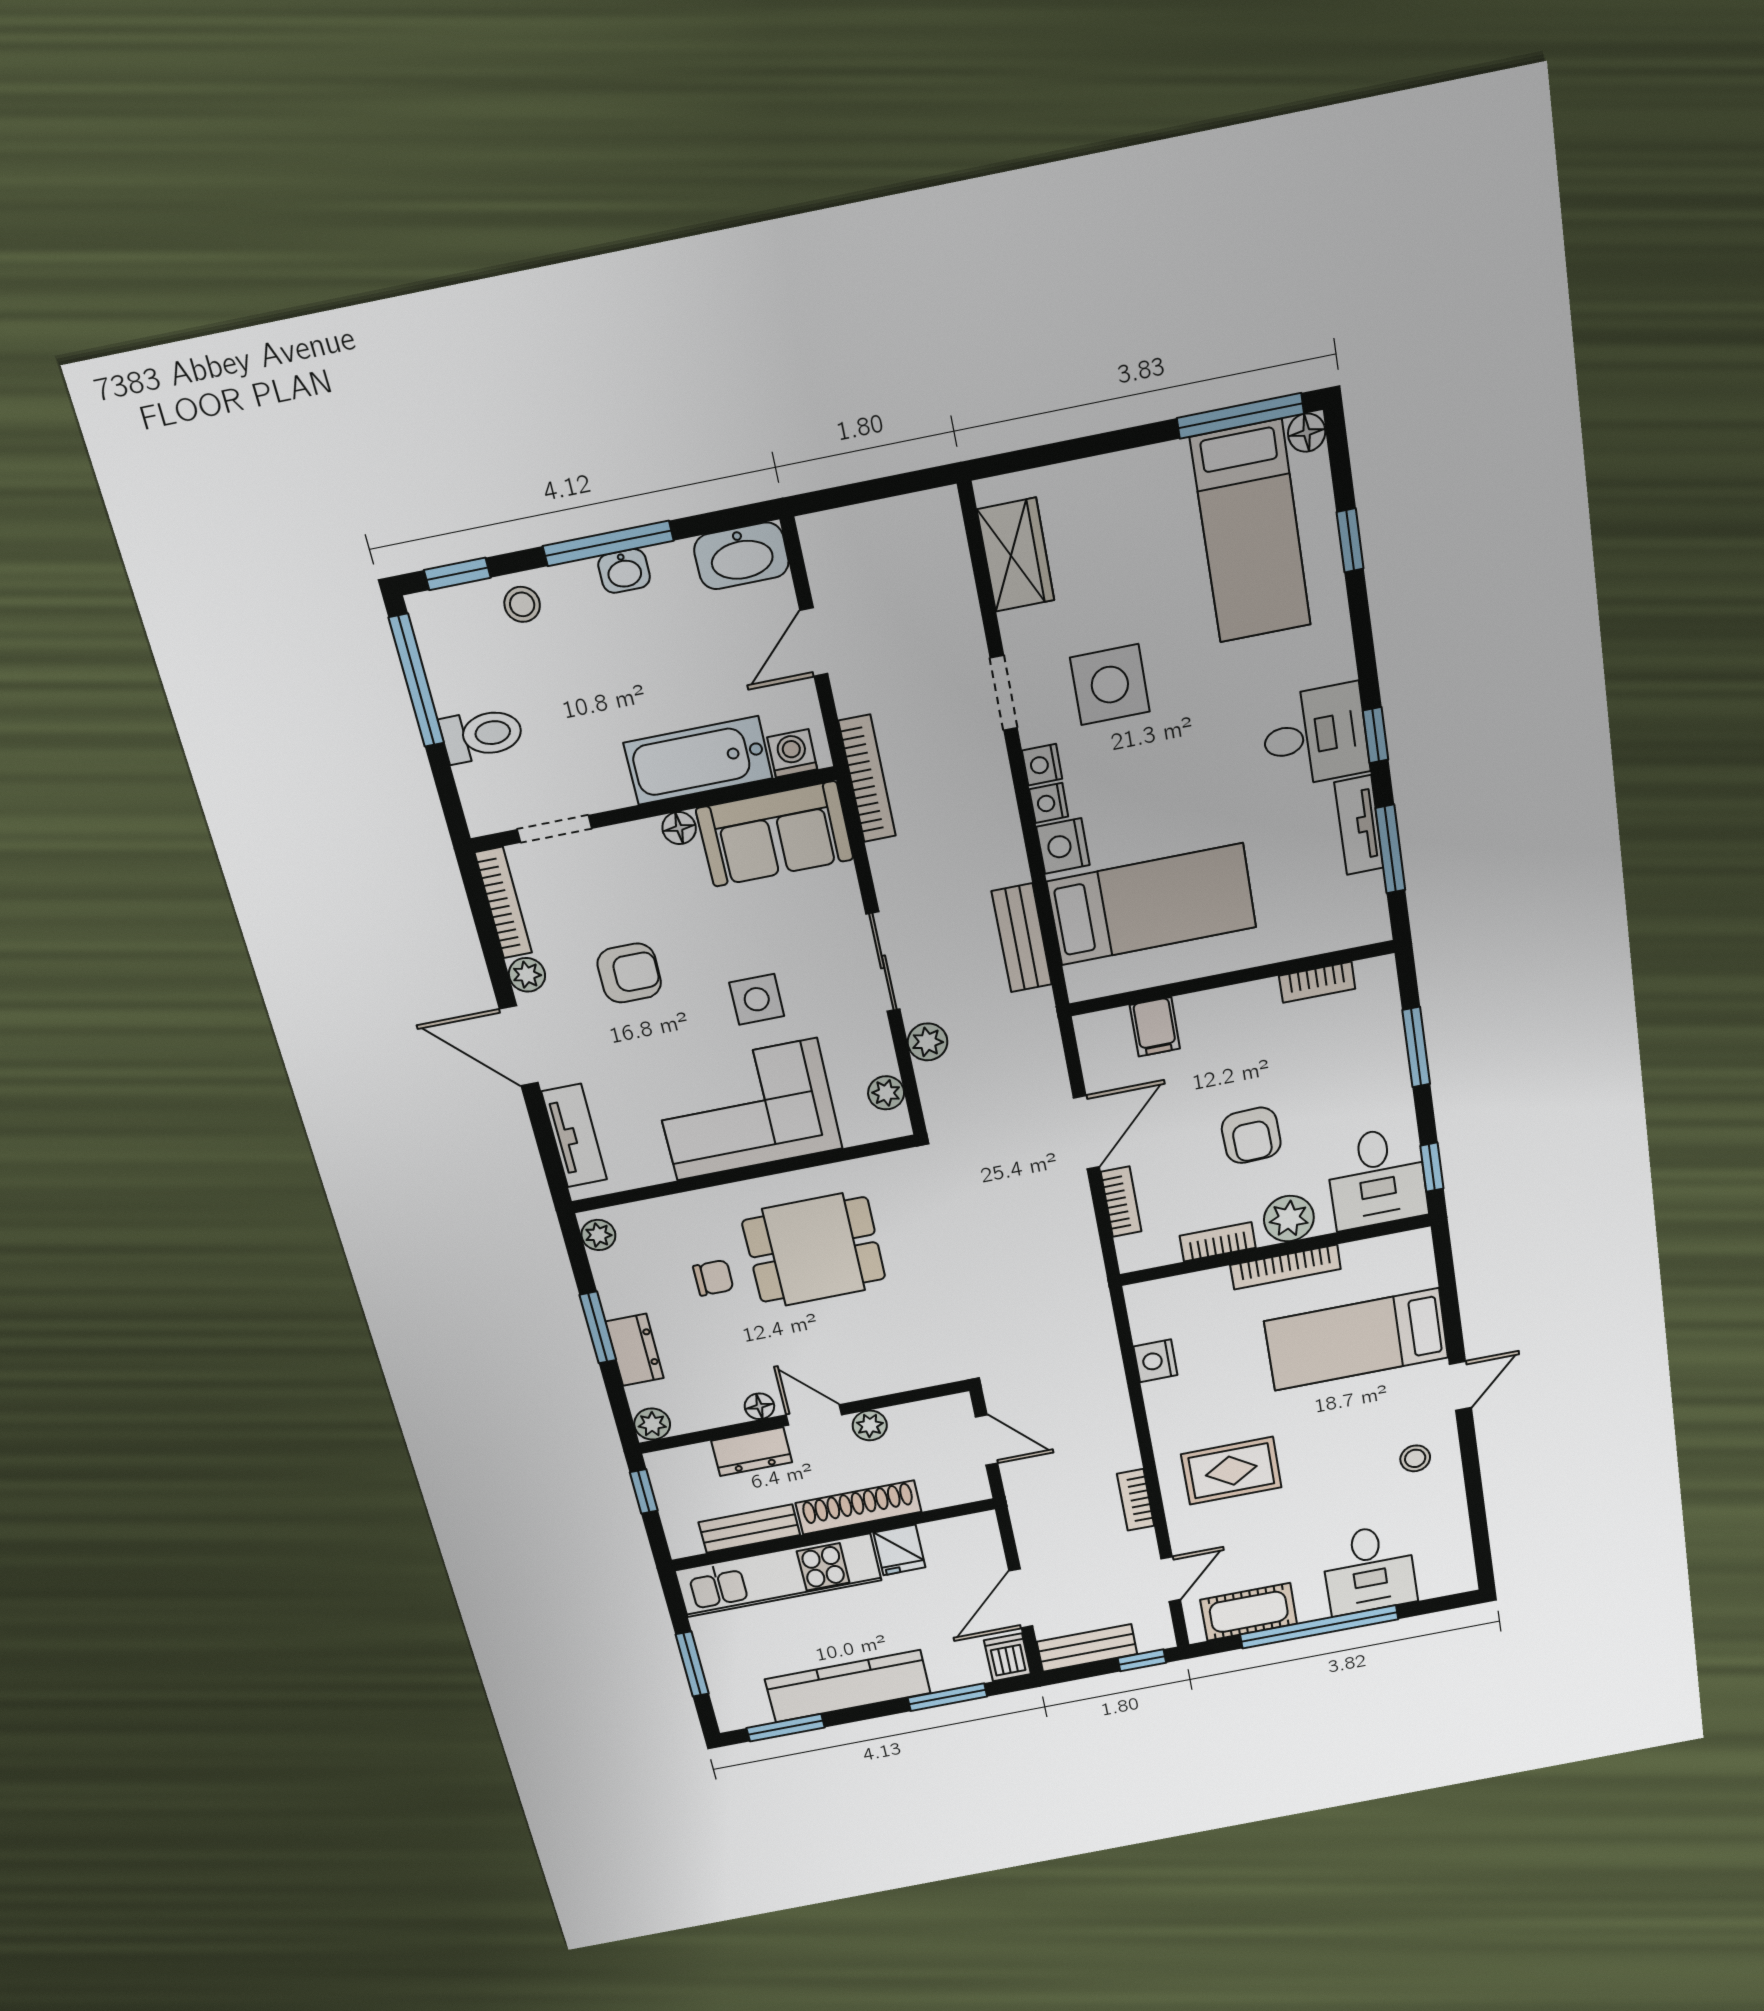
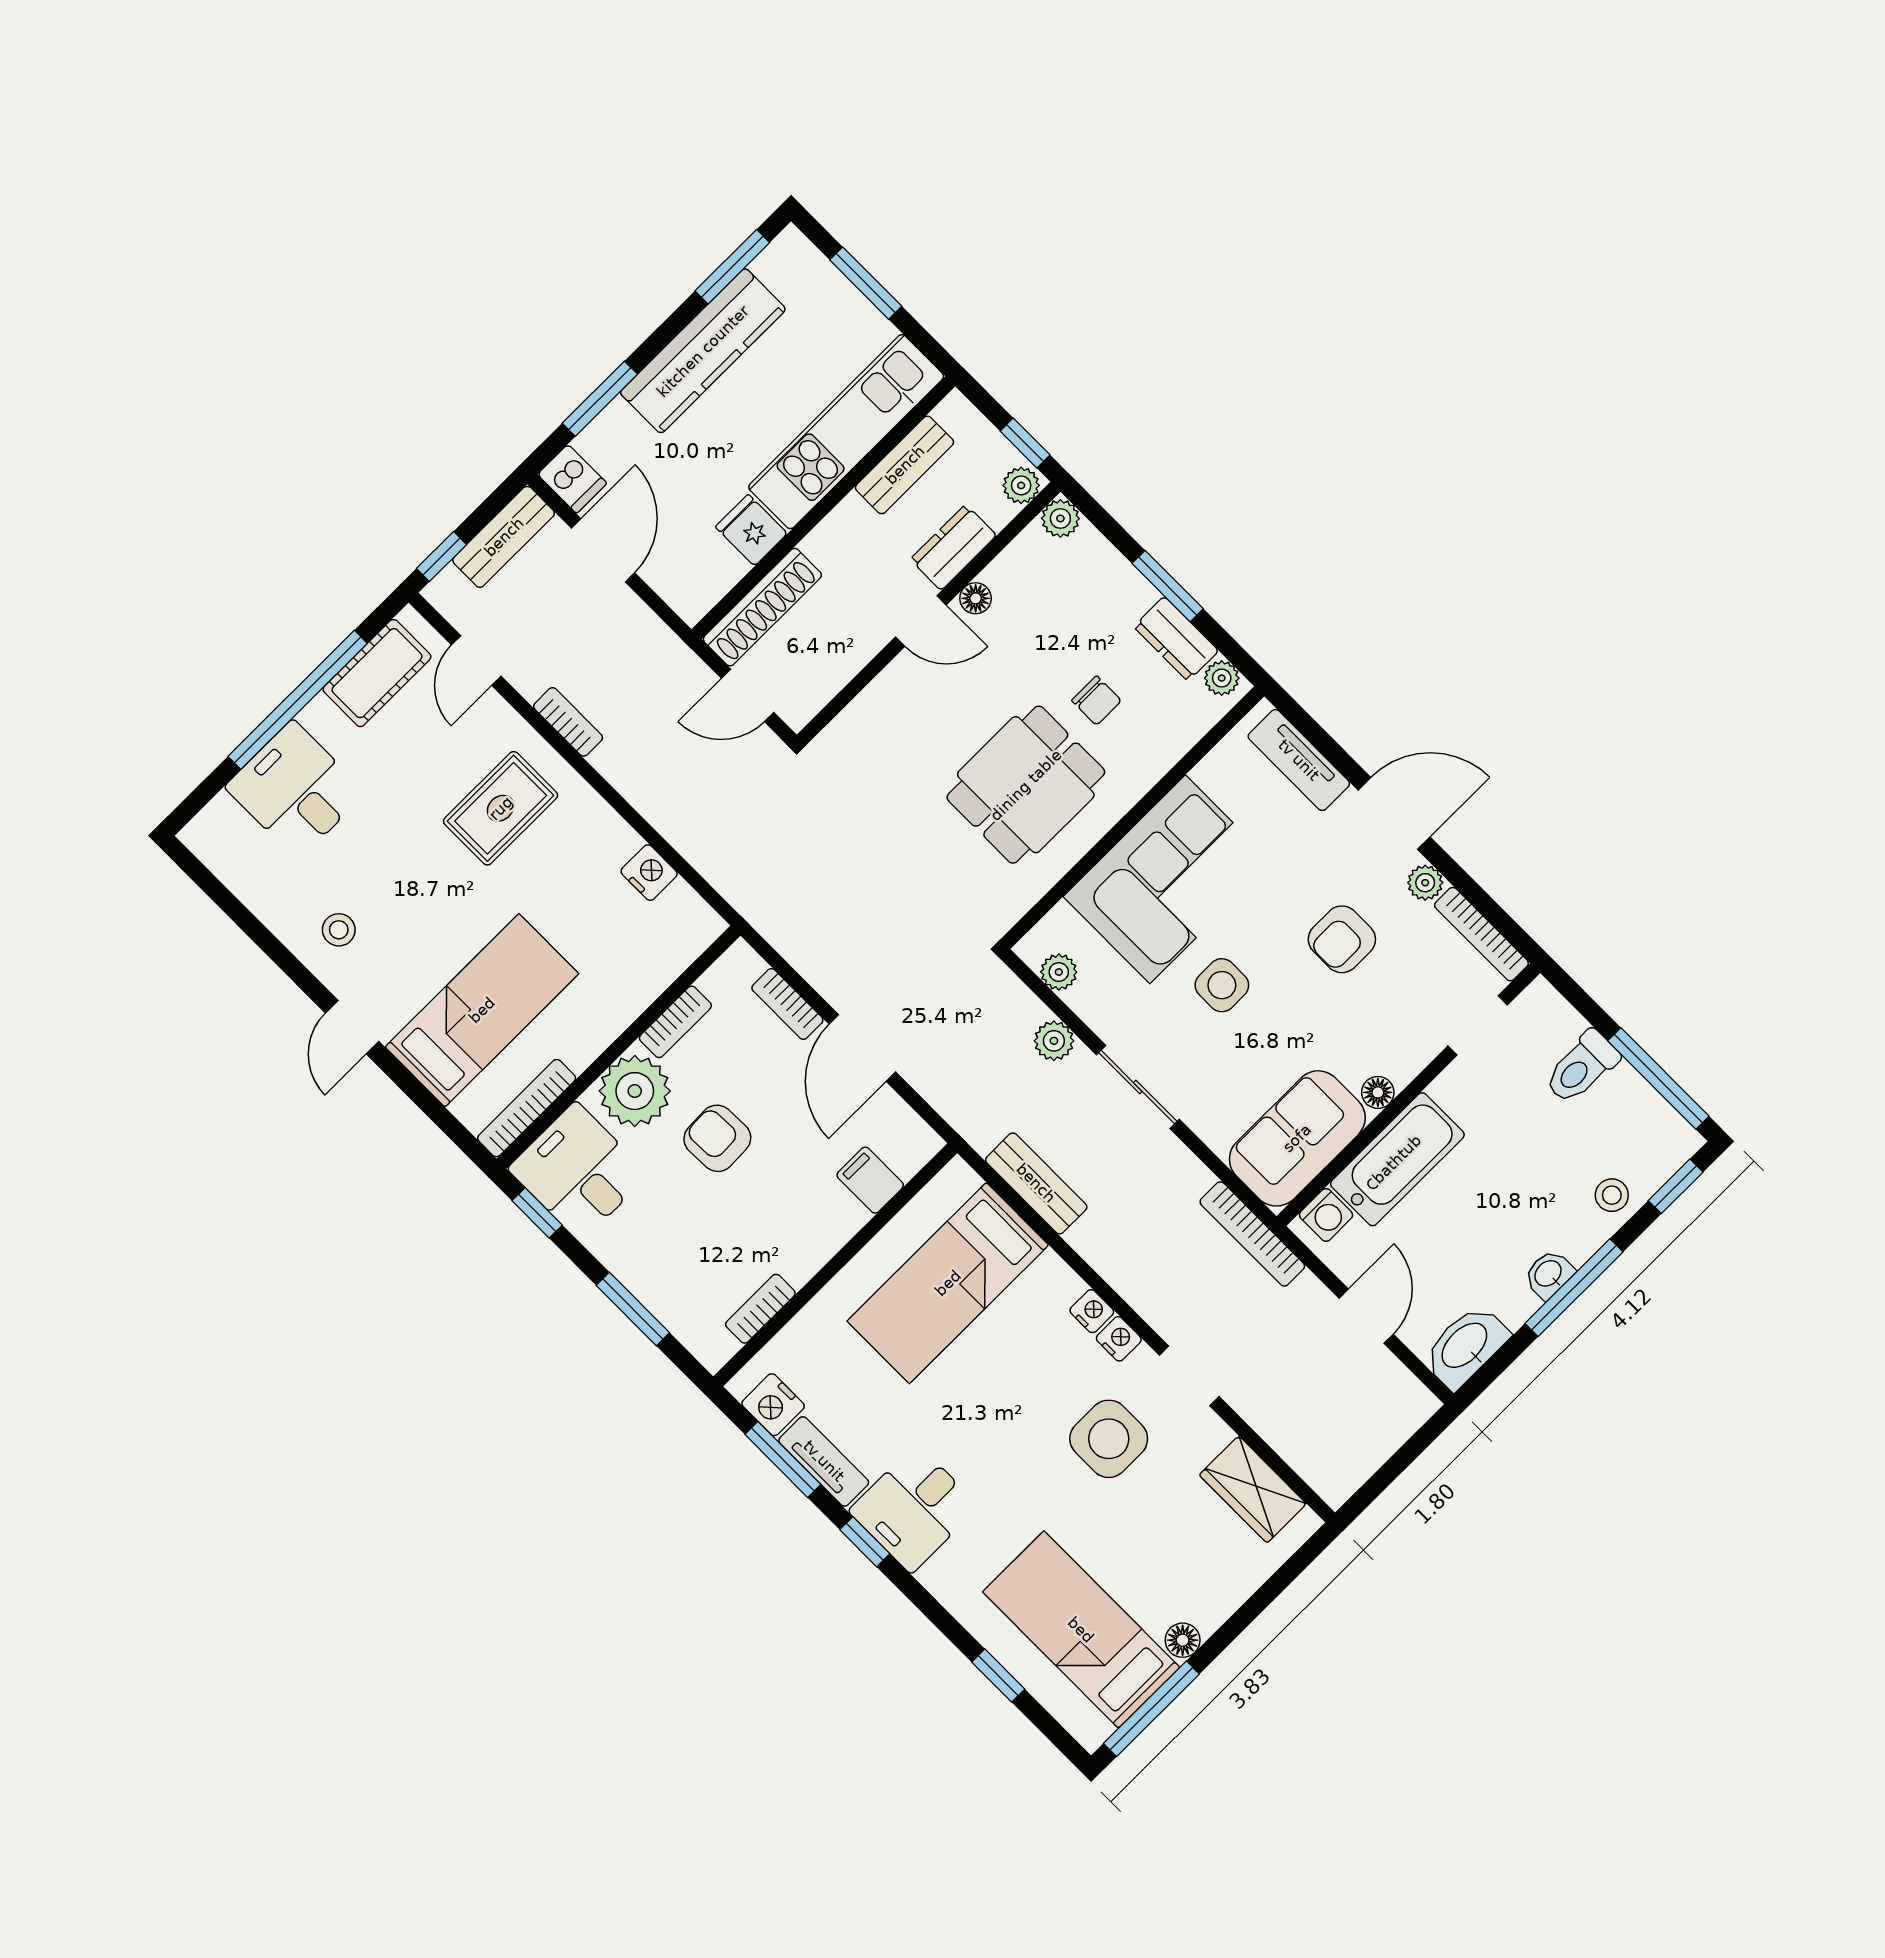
floor lamp: (1307, 433) -> (1183, 1640), moved
nightstand: (1063, 846) -> (773, 1405), moved, turned 180
plant: (1289, 1219) -> (635, 1091), width x1.36, depth x1.36
bookcase: (1286, 1267) -> (527, 1108), moved
chair: (713, 1278) -> (1097, 701), turned -90
dresser: (635, 1350) -> (1176, 639), moved
plant: (870, 1425) -> (1021, 485), moved
shoe rack: (859, 1507) -> (762, 607), moved

